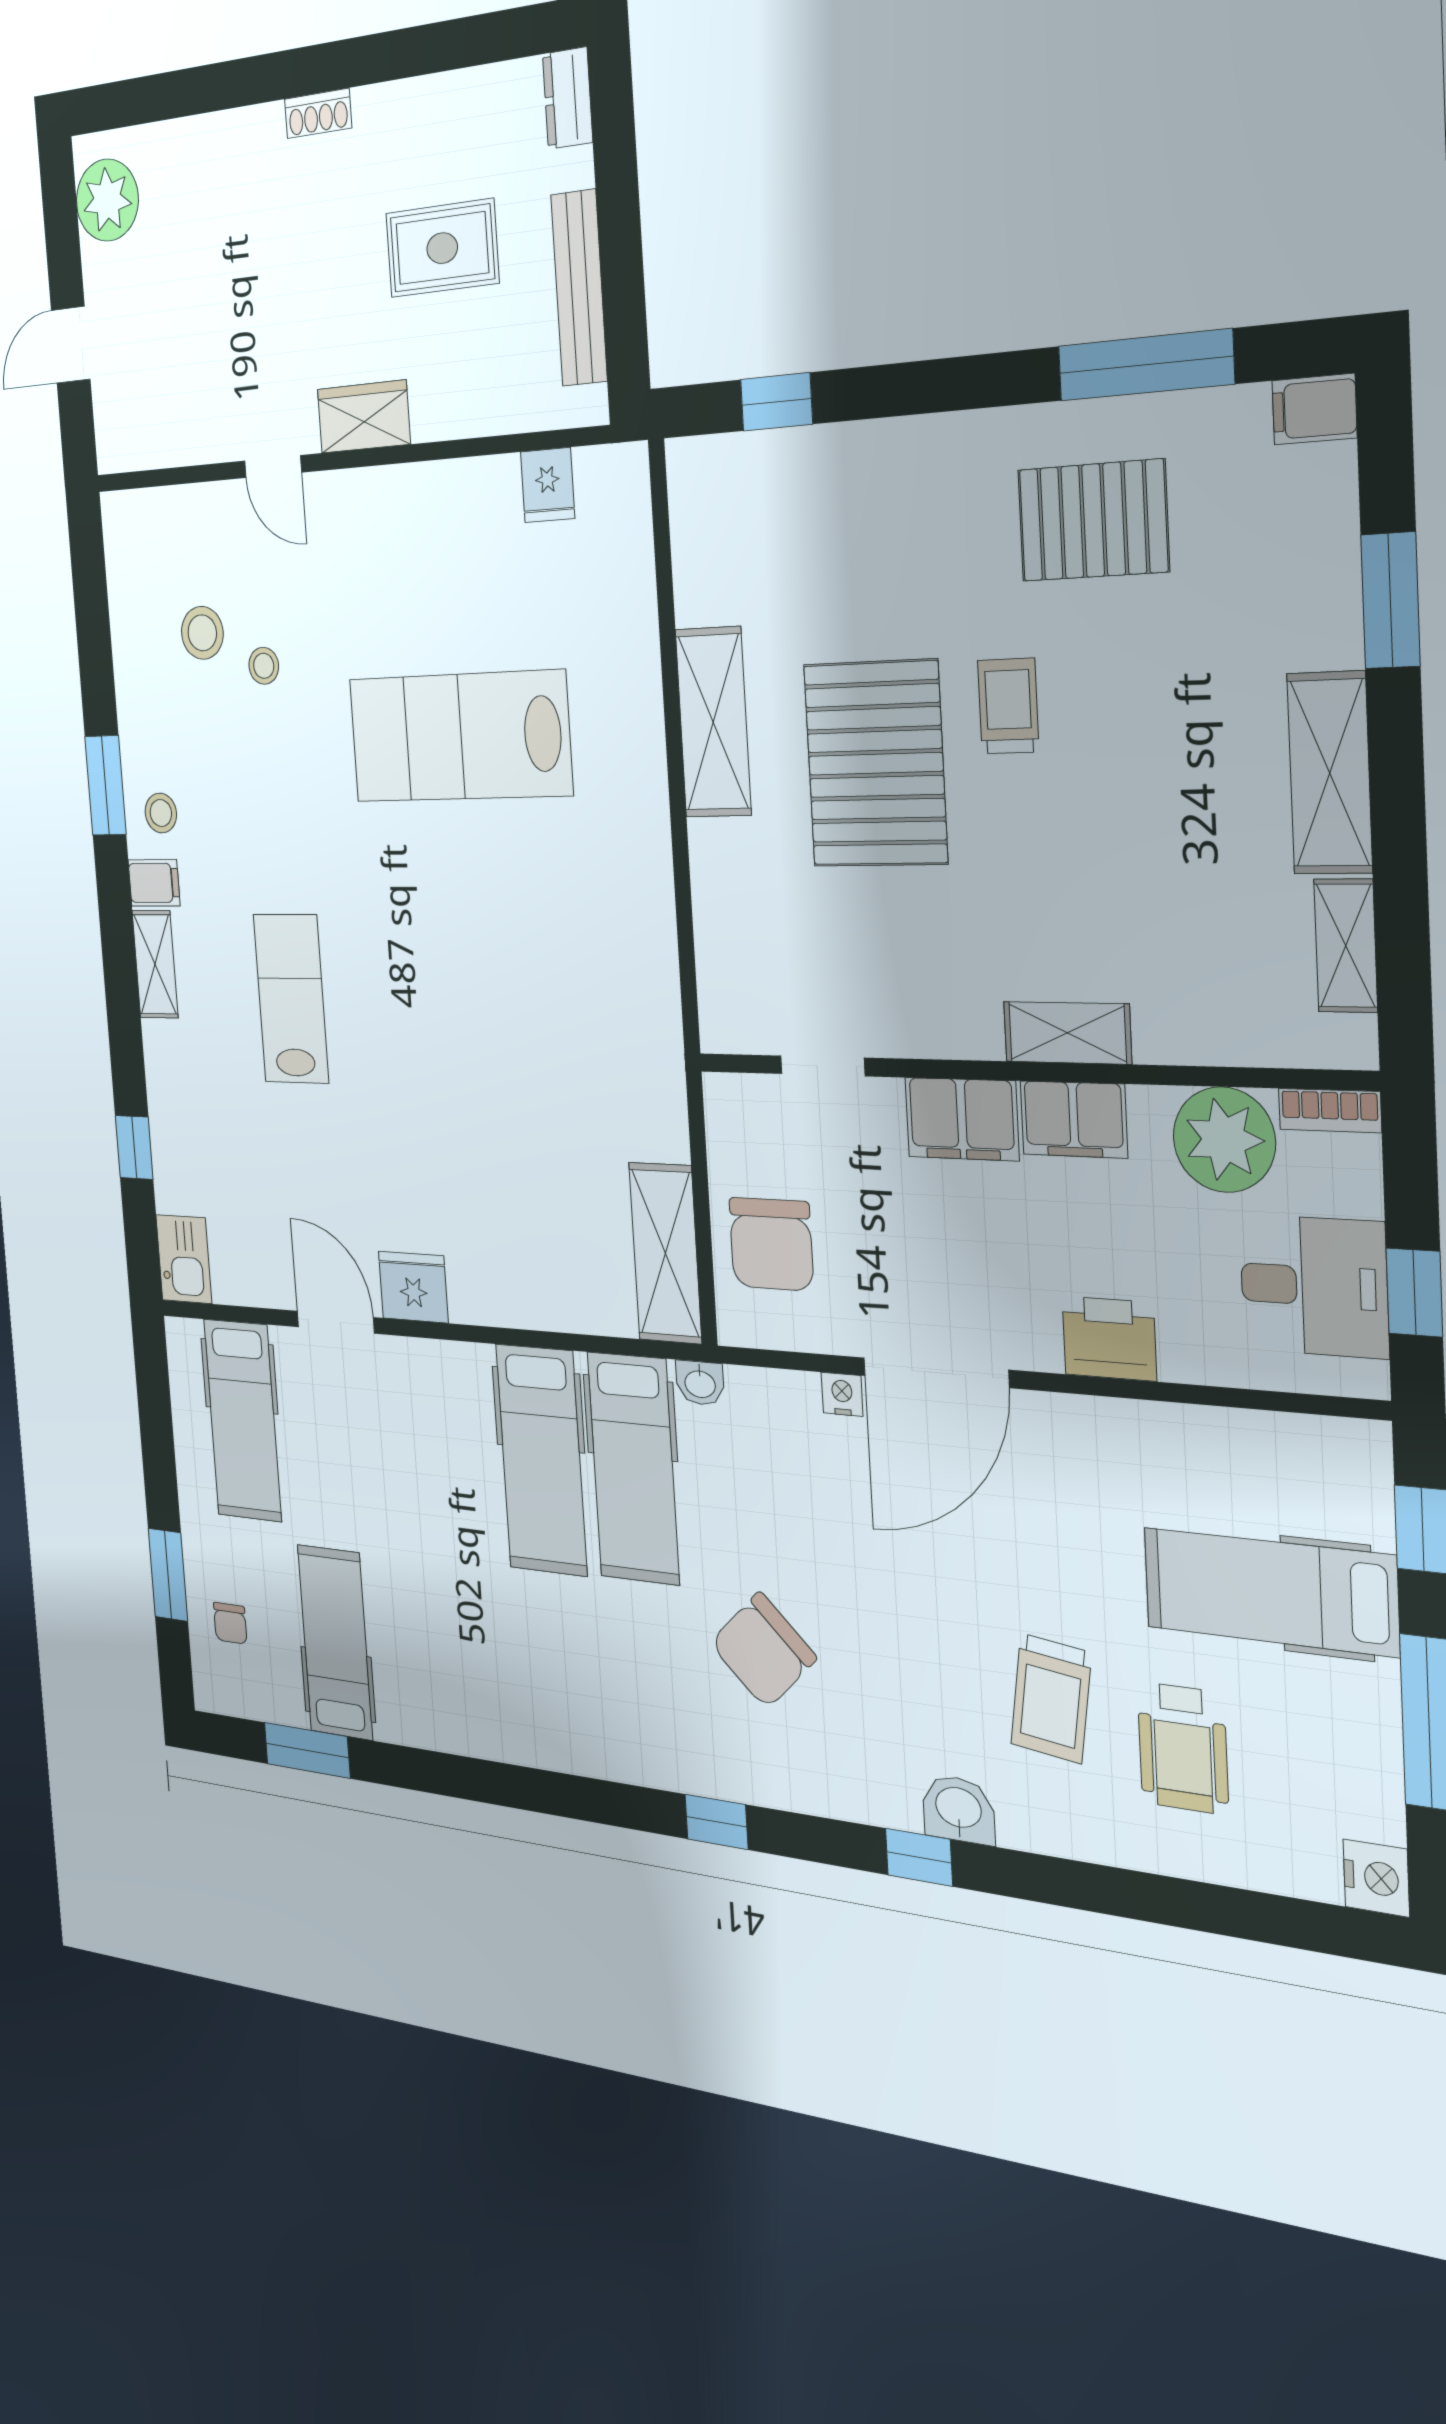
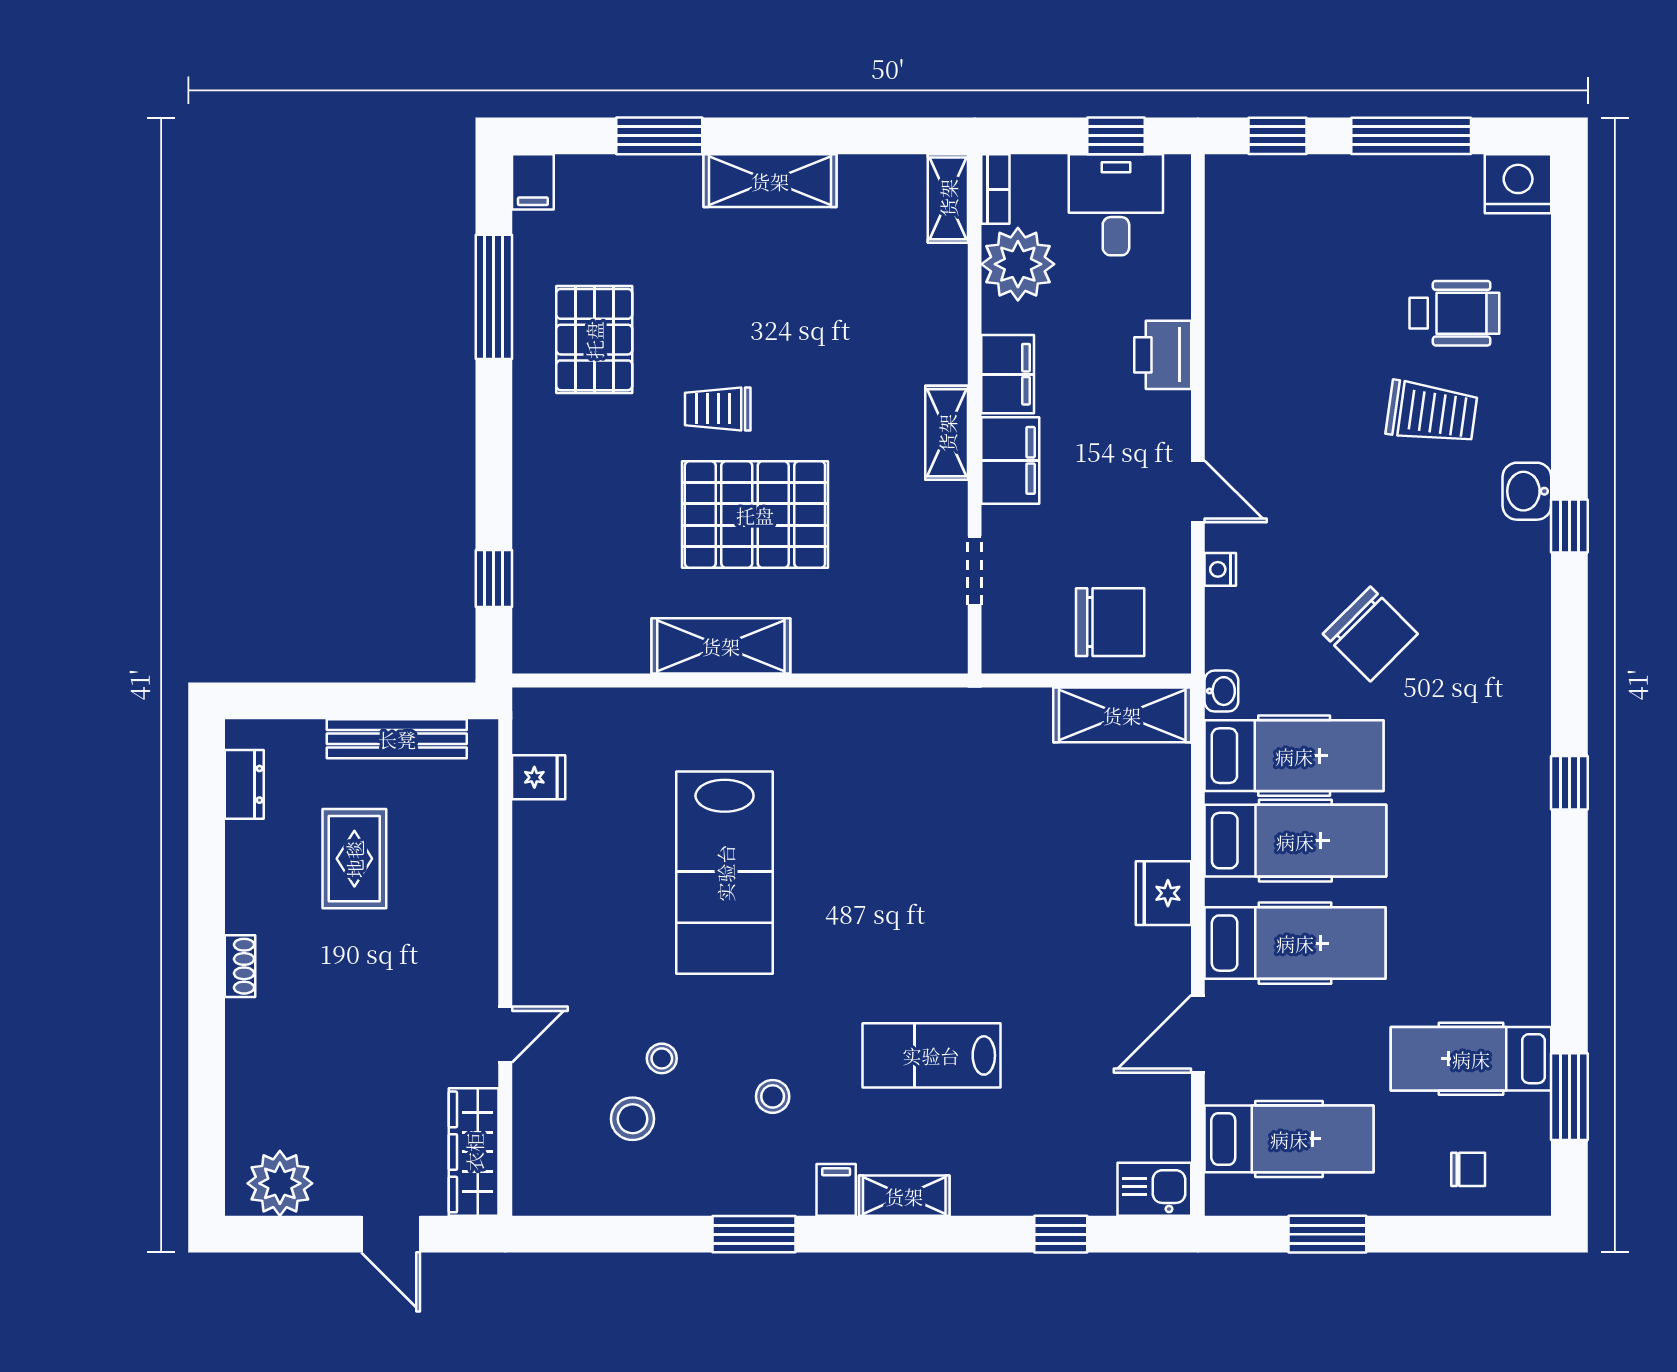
dresser: (568, 98) -> (244, 784), moved, turned -90
wardrobe: (364, 417) -> (474, 1152), moved, width x1.50
stool: (161, 813) -> (773, 1096), moved
shelving: (1346, 946) -> (948, 198), moved, turned 90
shelving: (1067, 1033) -> (947, 433), moved
fridge: (413, 1287) -> (1164, 893), moved
door: (936, 1373) -> (1198, 491), width x0.53
window: (168, 1575) -> (1327, 1234), moved
hospital bed: (1270, 1592) -> (1295, 943), moved, turned -90
chair: (763, 1650) -> (1370, 634), moved
window: (716, 1822) -> (1569, 783), moved
nightstand: (1376, 1878) -> (1518, 184), width x1.36, depth x1.33

